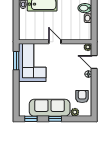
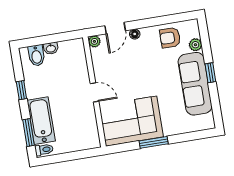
door: (55, 42) -> (95, 92), swing flipped
window: (16, 61) -> (154, 142), moved
window: (31, 119) -> (216, 109), removed

